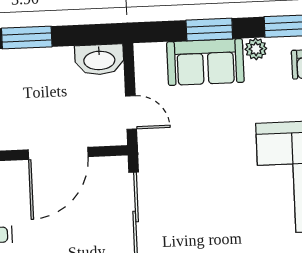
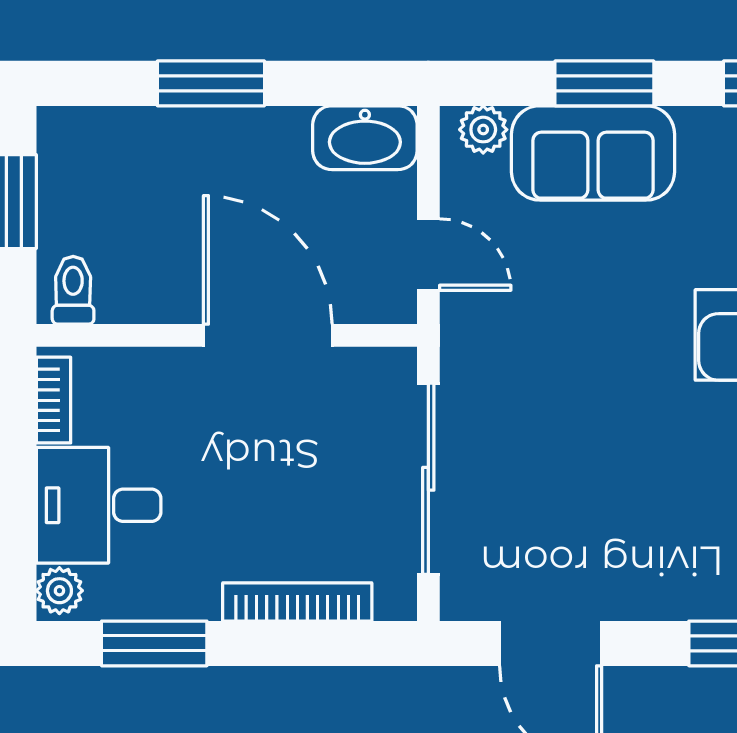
plant: (256, 49) -> (483, 130), moved
door: (58, 153) -> (268, 335), swing flipped

